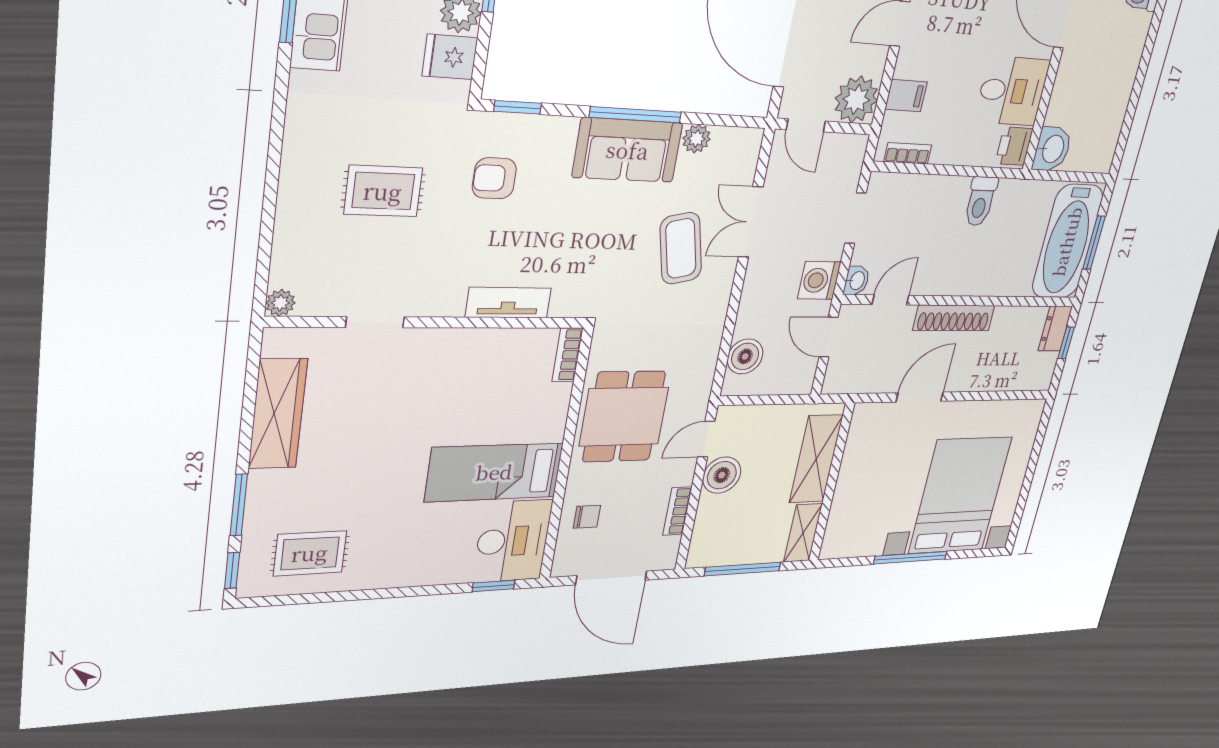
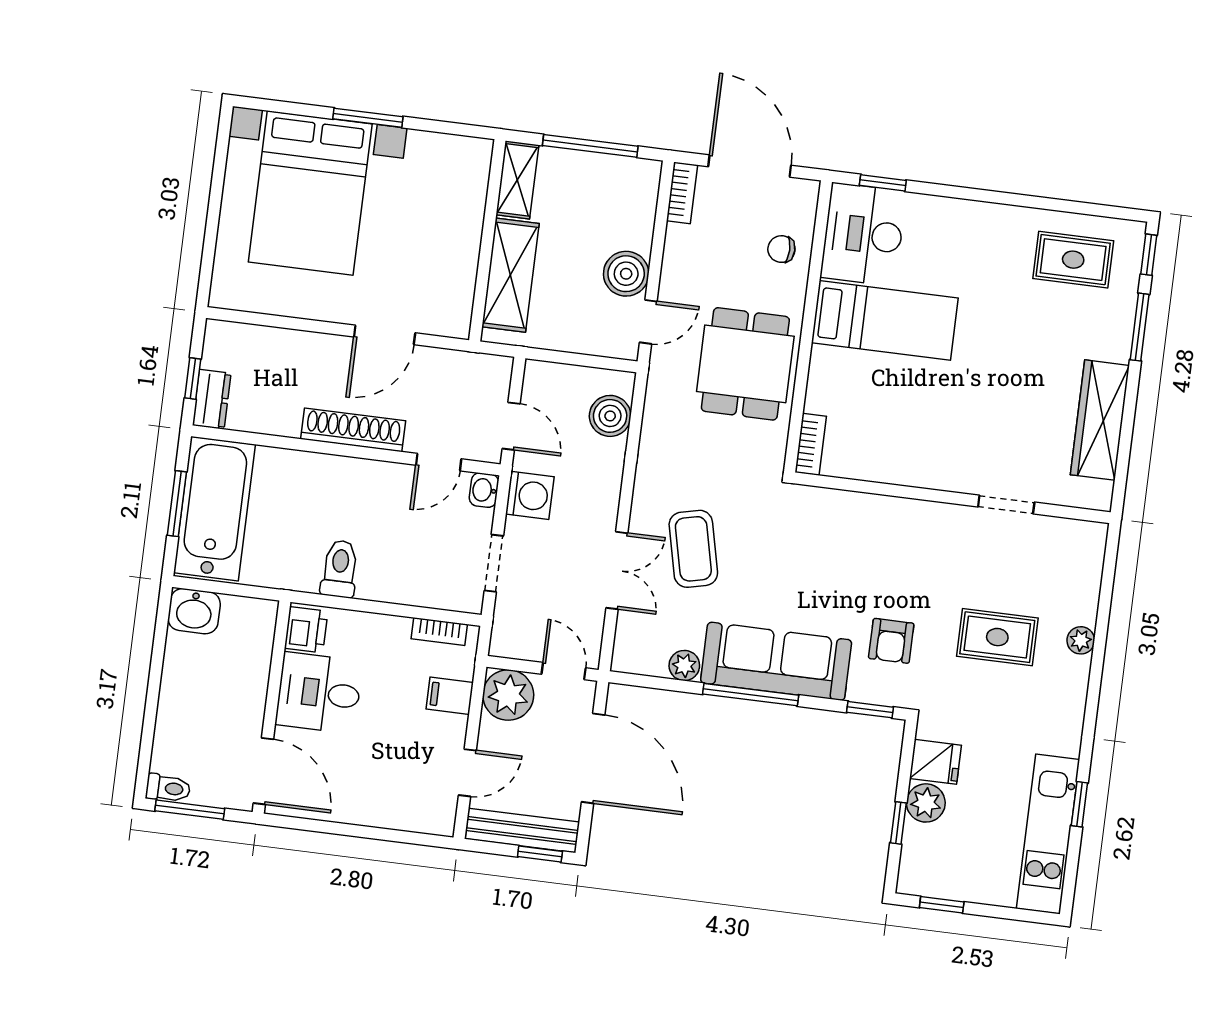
washbasin: (1052, 149) -> (194, 611), moved, turned -90
sofa: (628, 150) -> (776, 661), width x1.36
armchair: (494, 178) -> (891, 641), turned 90
plant: (280, 303) -> (1081, 640), moved
tv unit: (508, 303) -> (874, 510), removed
bookcase: (677, 511) -> (682, 193), moved
window: (910, 558) -> (368, 118), width x0.69

